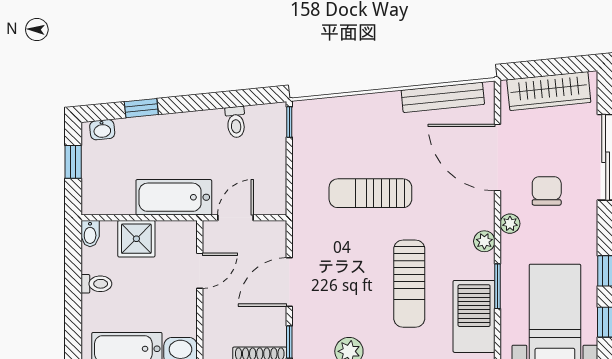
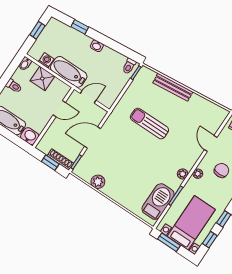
bench: (443, 97) -> (173, 87), moved
toilet: (236, 122) -> (129, 66), moved
washbasin: (102, 130) -> (97, 46), moved
door: (498, 158) -> (211, 144), width x0.53
washing machine: (122, 203) -> (46, 60), added
sun lounger: (409, 284) -> (141, 171), removed

